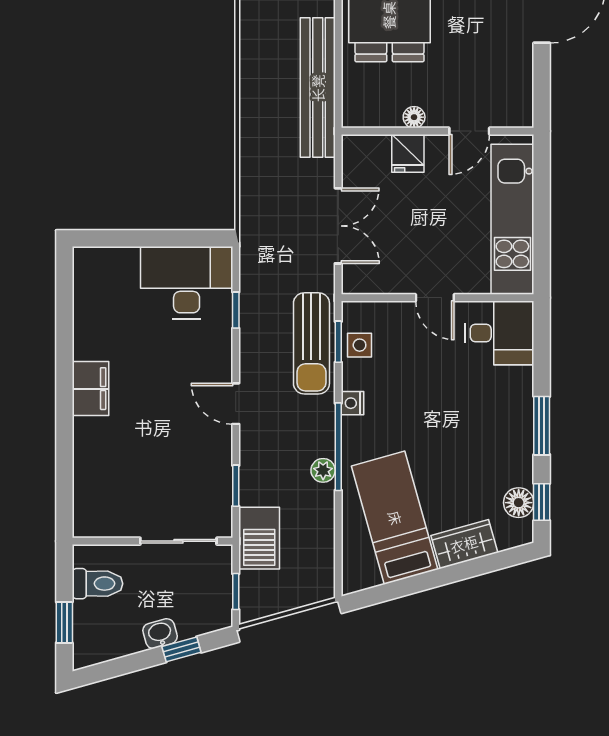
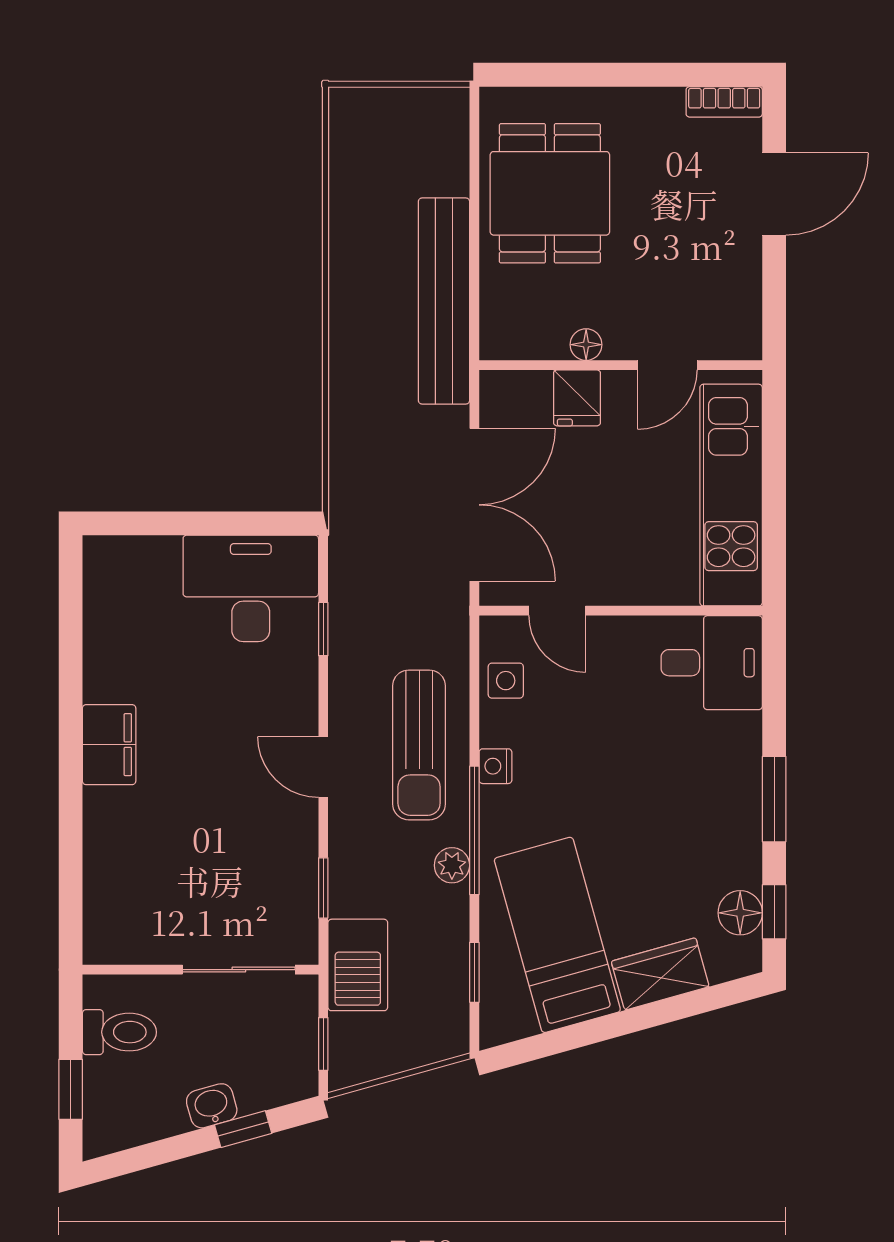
double door: (338, 226) -> (474, 505), width x1.37
door: (435, 298) -> (557, 611), moved
window: (338, 342) -> (474, 972), moved
sun lounger: (311, 343) -> (419, 745), moved

